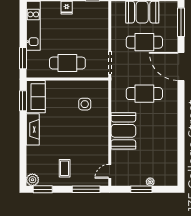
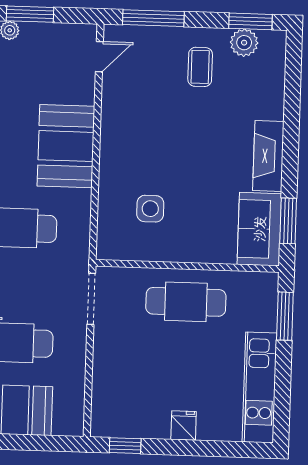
plant: (32, 180) -> (244, 43), moved

